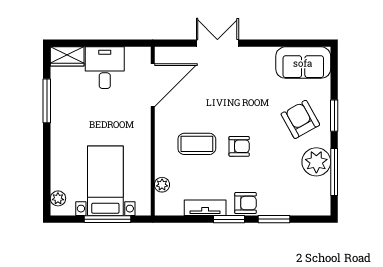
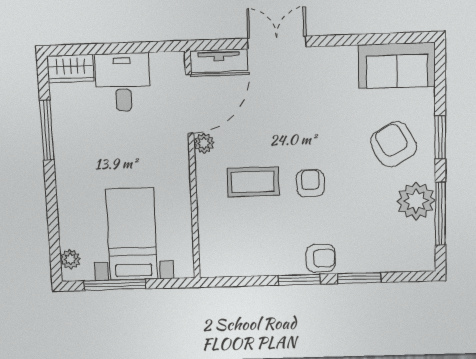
armchair: (239, 146) -> (310, 183), turned -90
plant: (162, 185) -> (204, 143), moved
tv unit: (205, 208) -> (219, 61), moved, turned 180
window: (107, 219) -> (115, 285), moved

